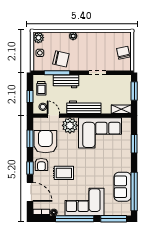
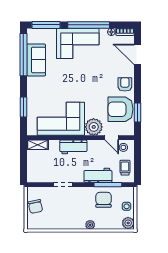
chair: (61, 59) -> (104, 200), turned 77
window: (134, 91) -> (23, 165), removed
window: (30, 96) -> (137, 159), removed
workbench: (84, 107) -> (73, 147), width x0.73
armchair: (45, 142) -> (121, 109), turned 90
window: (30, 168) -> (137, 80), removed
rug: (64, 173) -> (100, 75), removed

